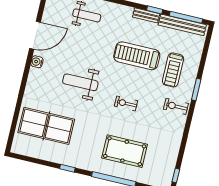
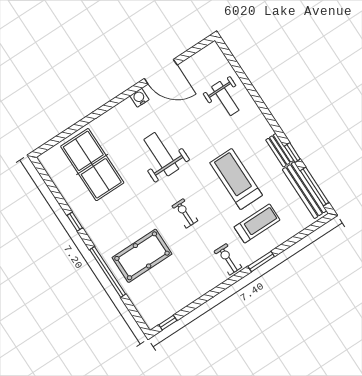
treadmill: (173, 70) -> (257, 223), turned 180
pool table: (125, 151) -> (142, 256), turned 90

